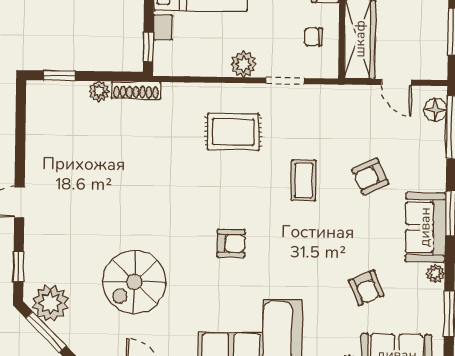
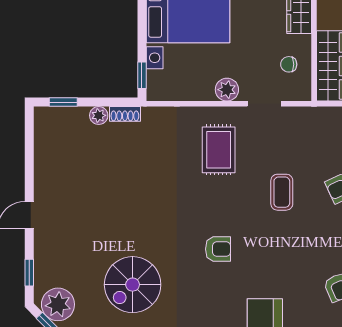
shoe rack: (136, 90) -> (125, 114), width x0.70
rug: (233, 132) -> (219, 150), turned 90

